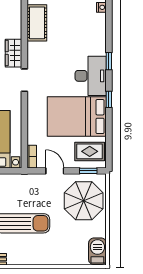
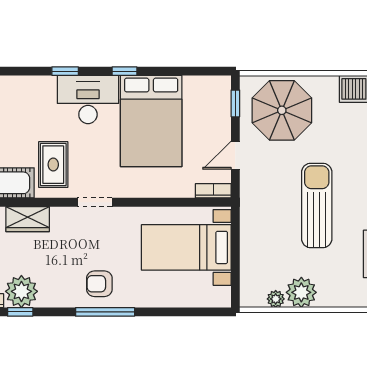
wardrobe: (14, 53) -> (28, 219), moved
rug: (90, 151) -> (53, 165), moved

